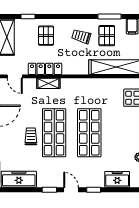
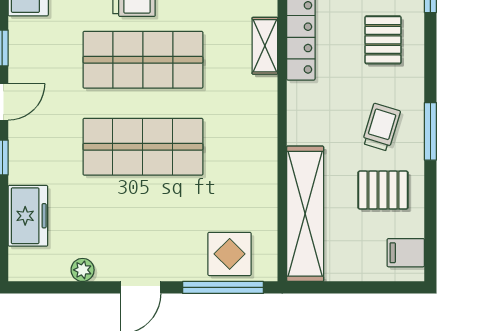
window: (109, 16) -> (430, 131), moved
pallet: (46, 36) -> (383, 40), turned 90

